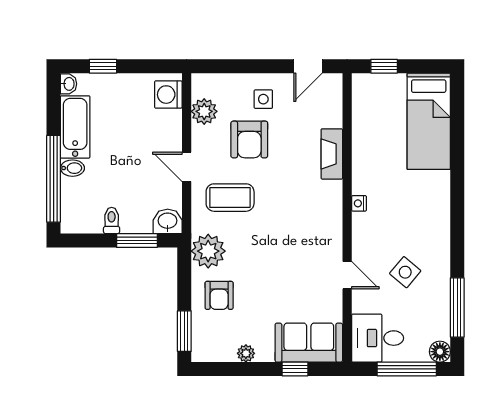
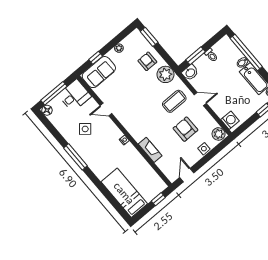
side table: (263, 99) -> (204, 149), moved
plant: (204, 111) -> (219, 134), moved
window: (457, 307) -> (75, 157), moved

